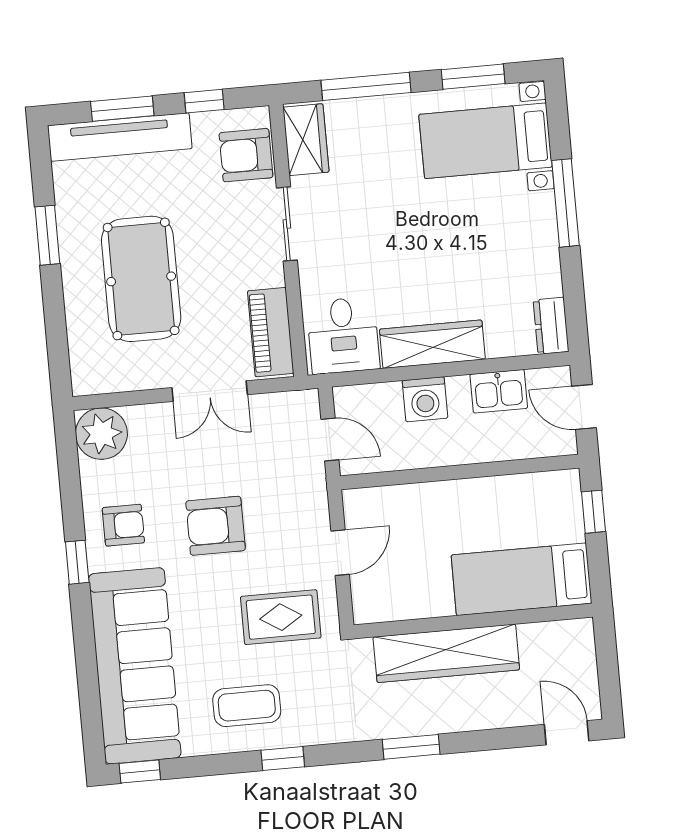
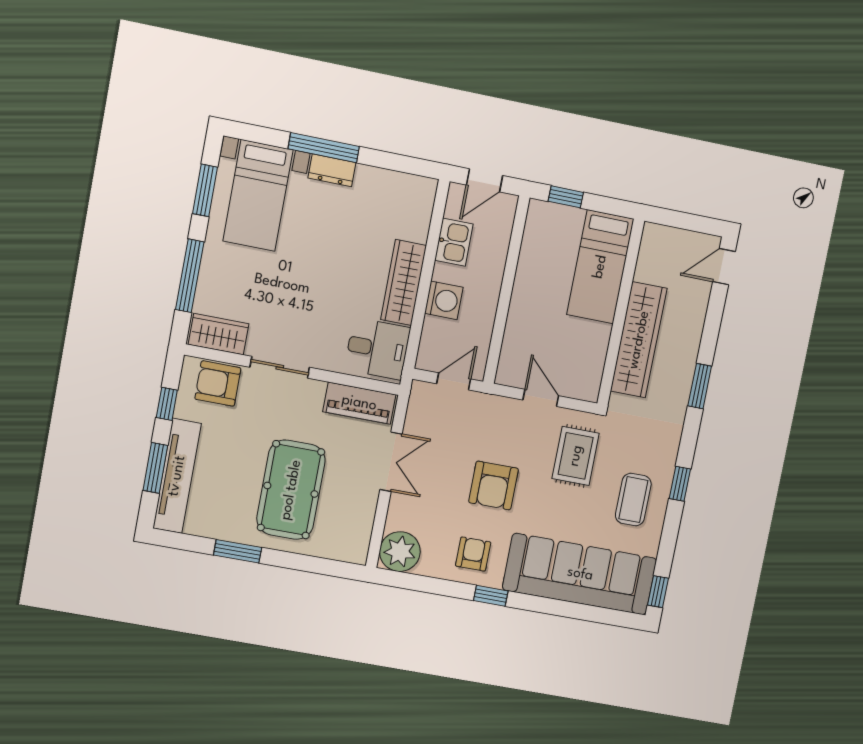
armchair: (246, 155) -> (218, 384), turned 90
pool table: (141, 279) -> (291, 490), turned 90
dresser: (551, 326) -> (332, 170), moved

